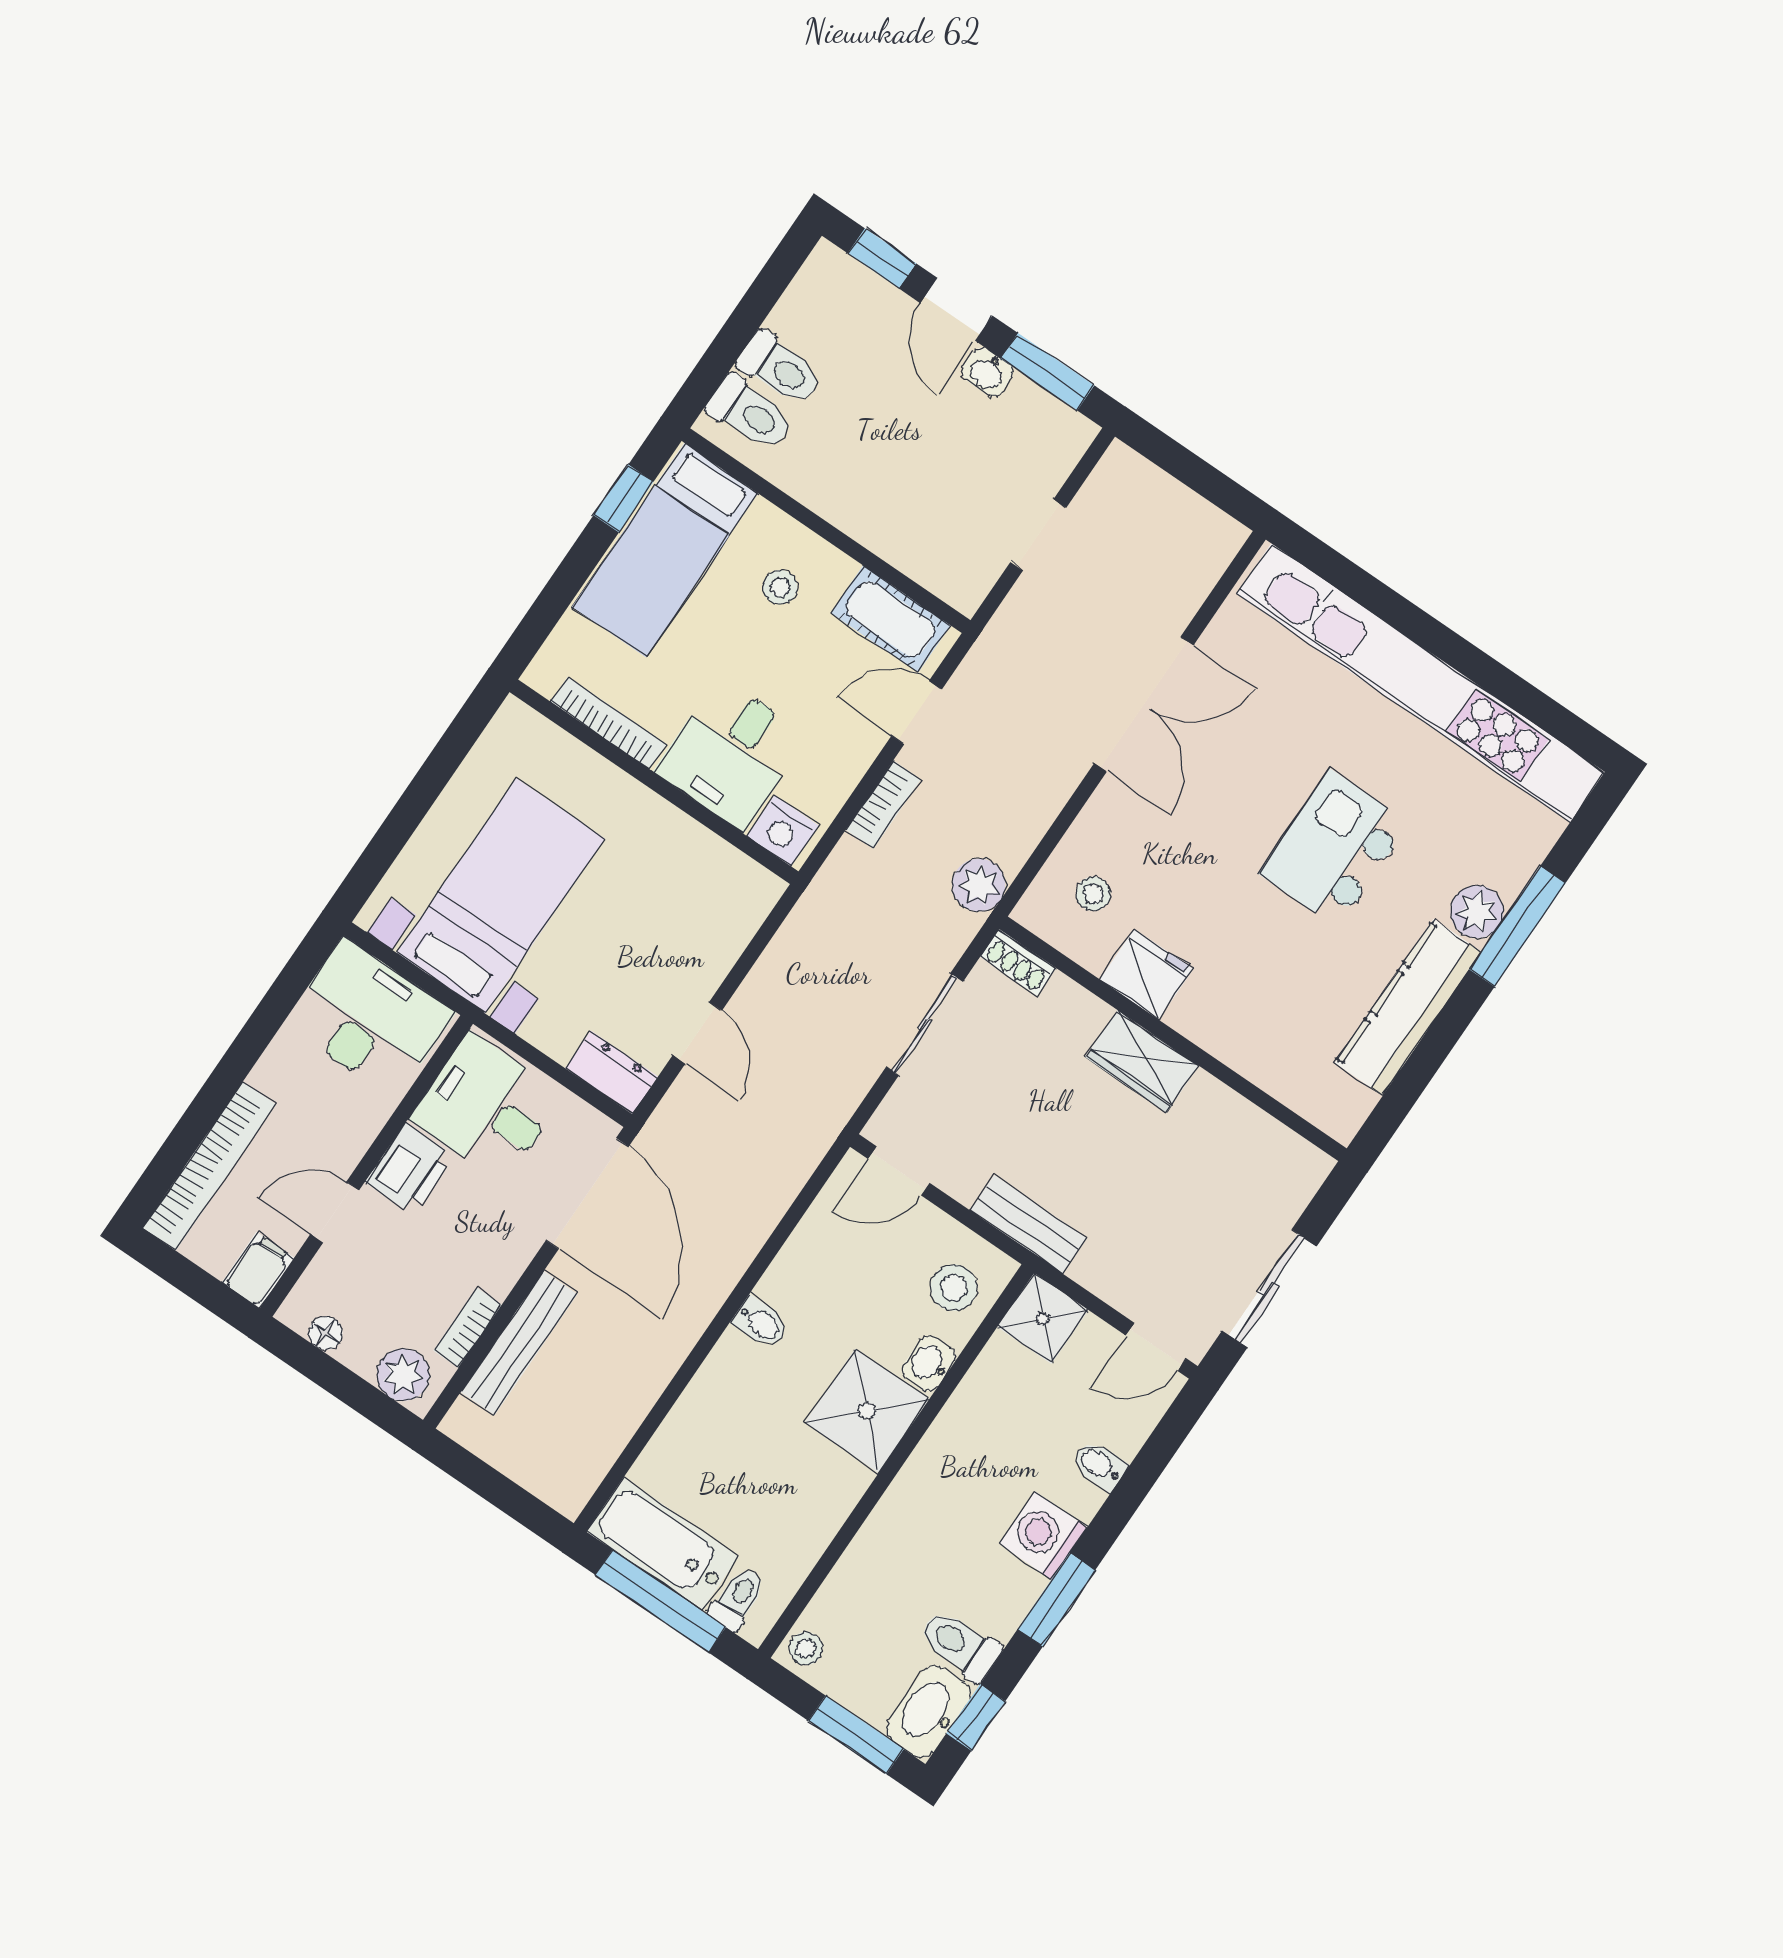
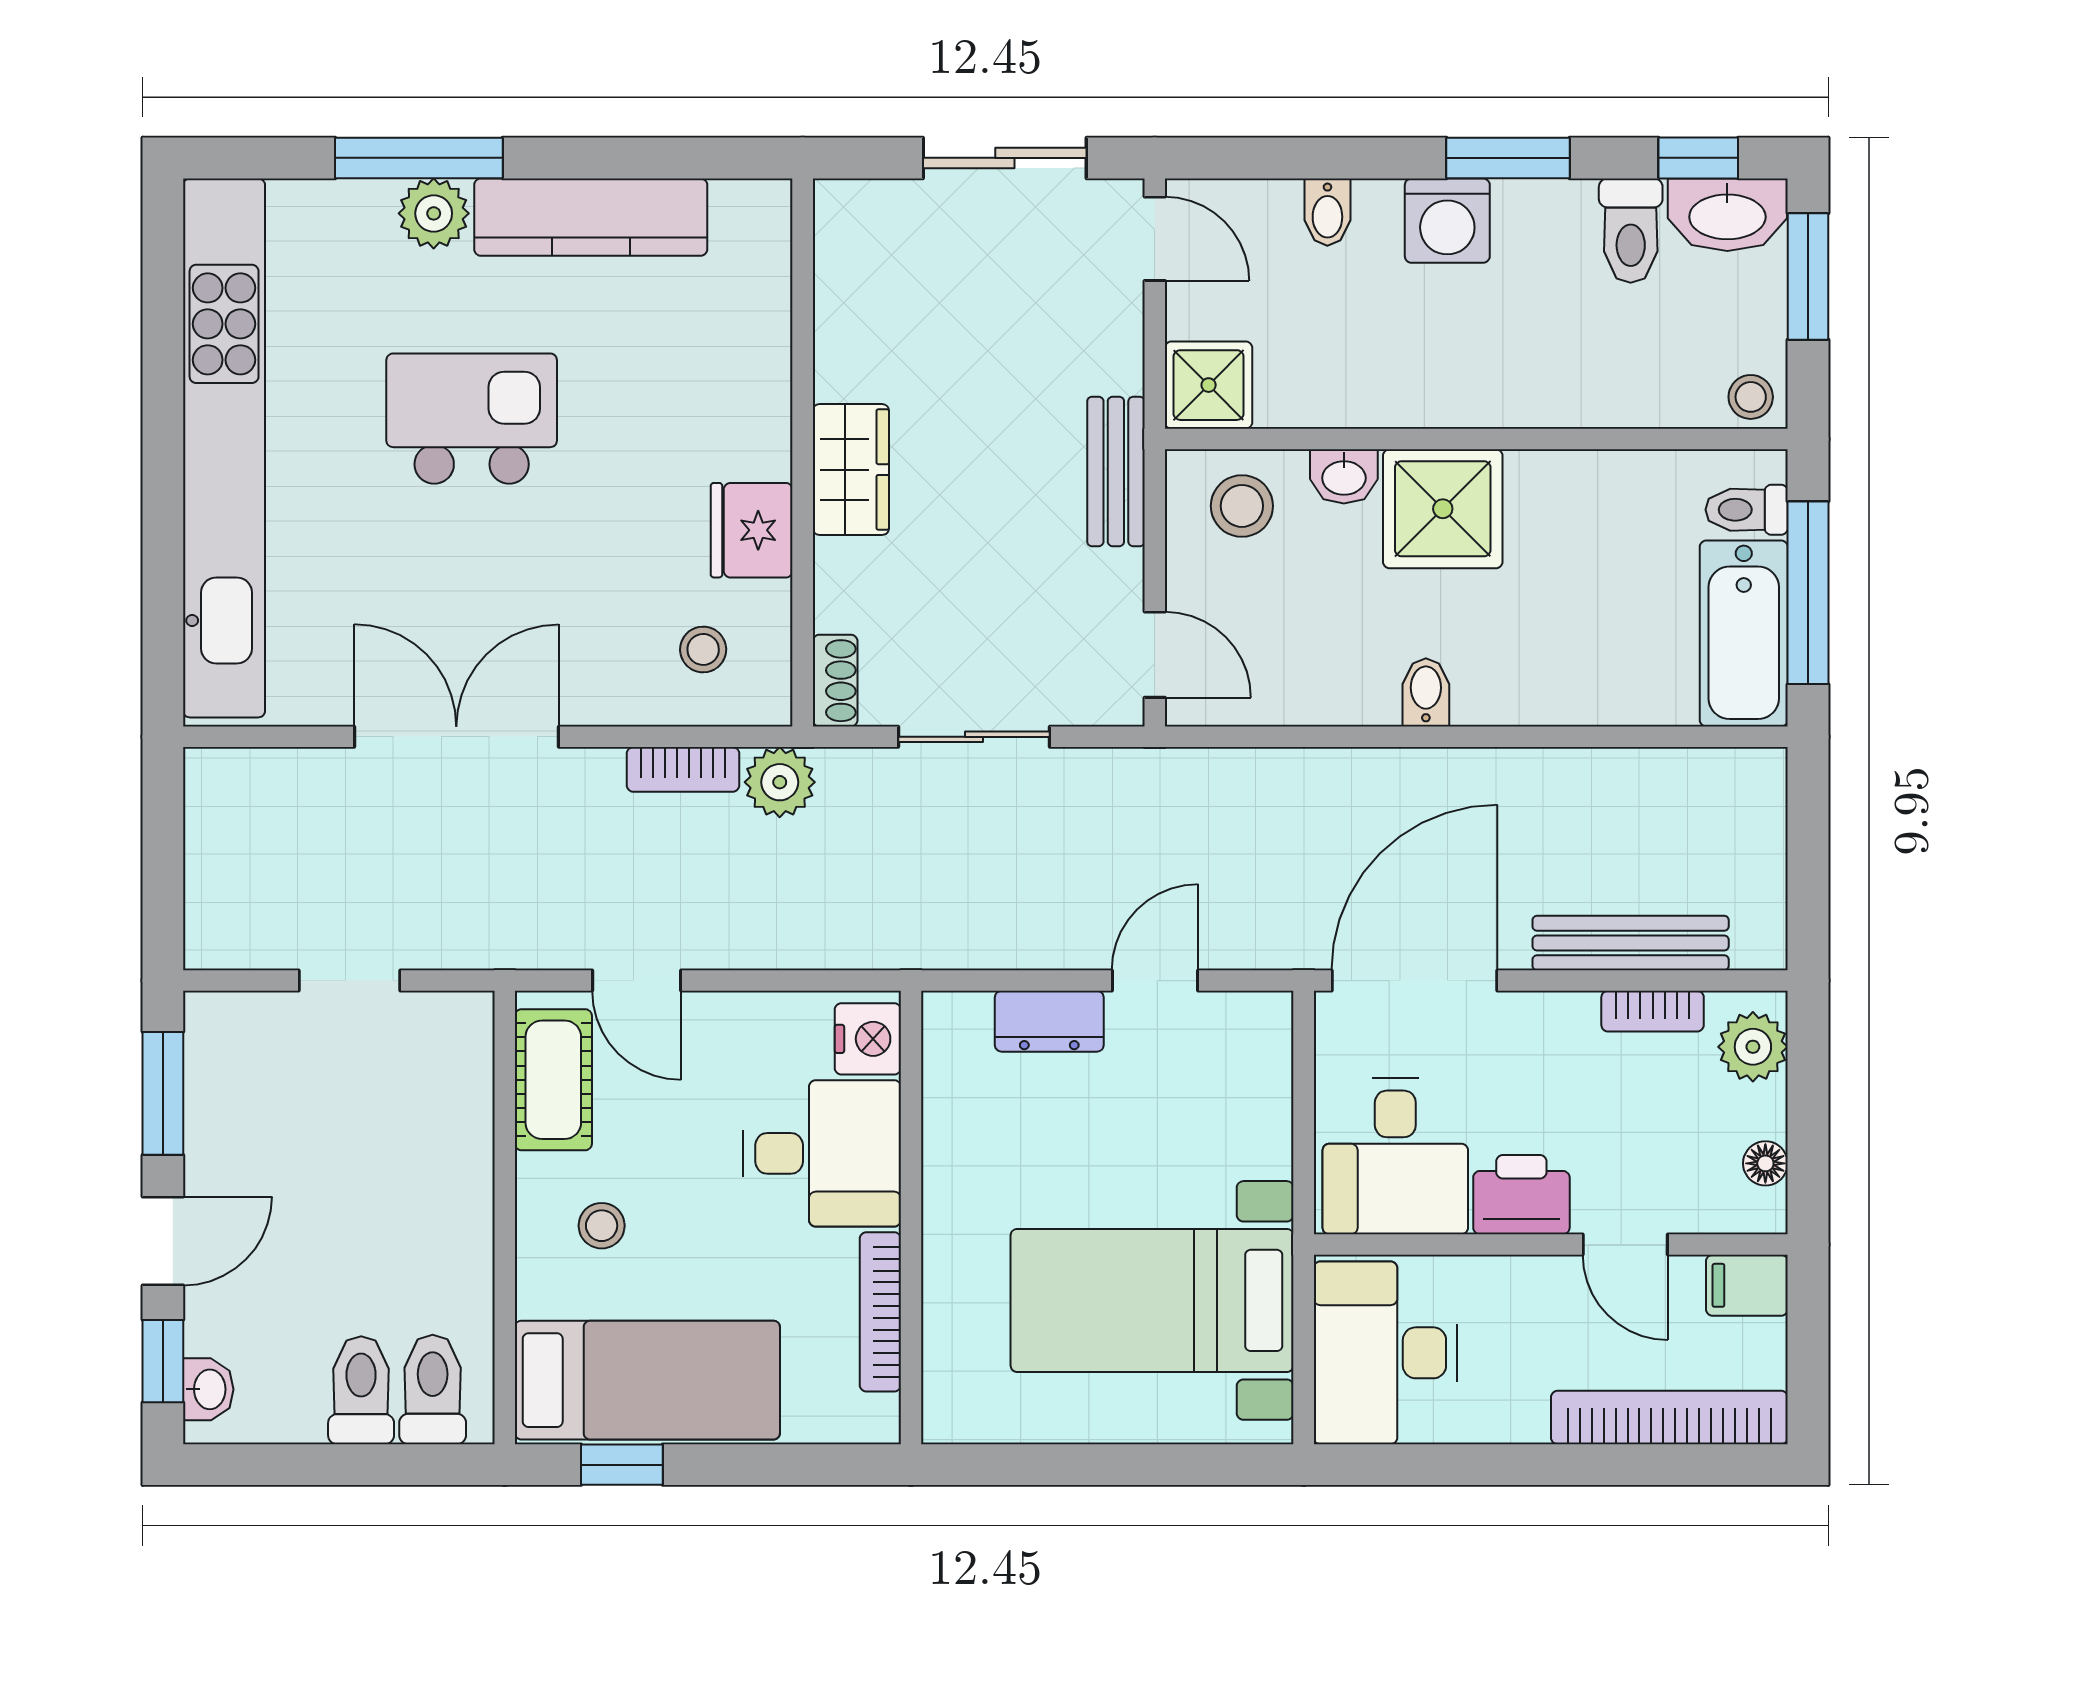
washbasin: (987, 372) -> (208, 1389), moved
bookcase: (883, 805) -> (683, 769), moved, turned 180
kitchen island: (1334, 848) -> (472, 419), turned 180
dresser: (612, 1073) -> (1049, 1021), moved, turned -90

